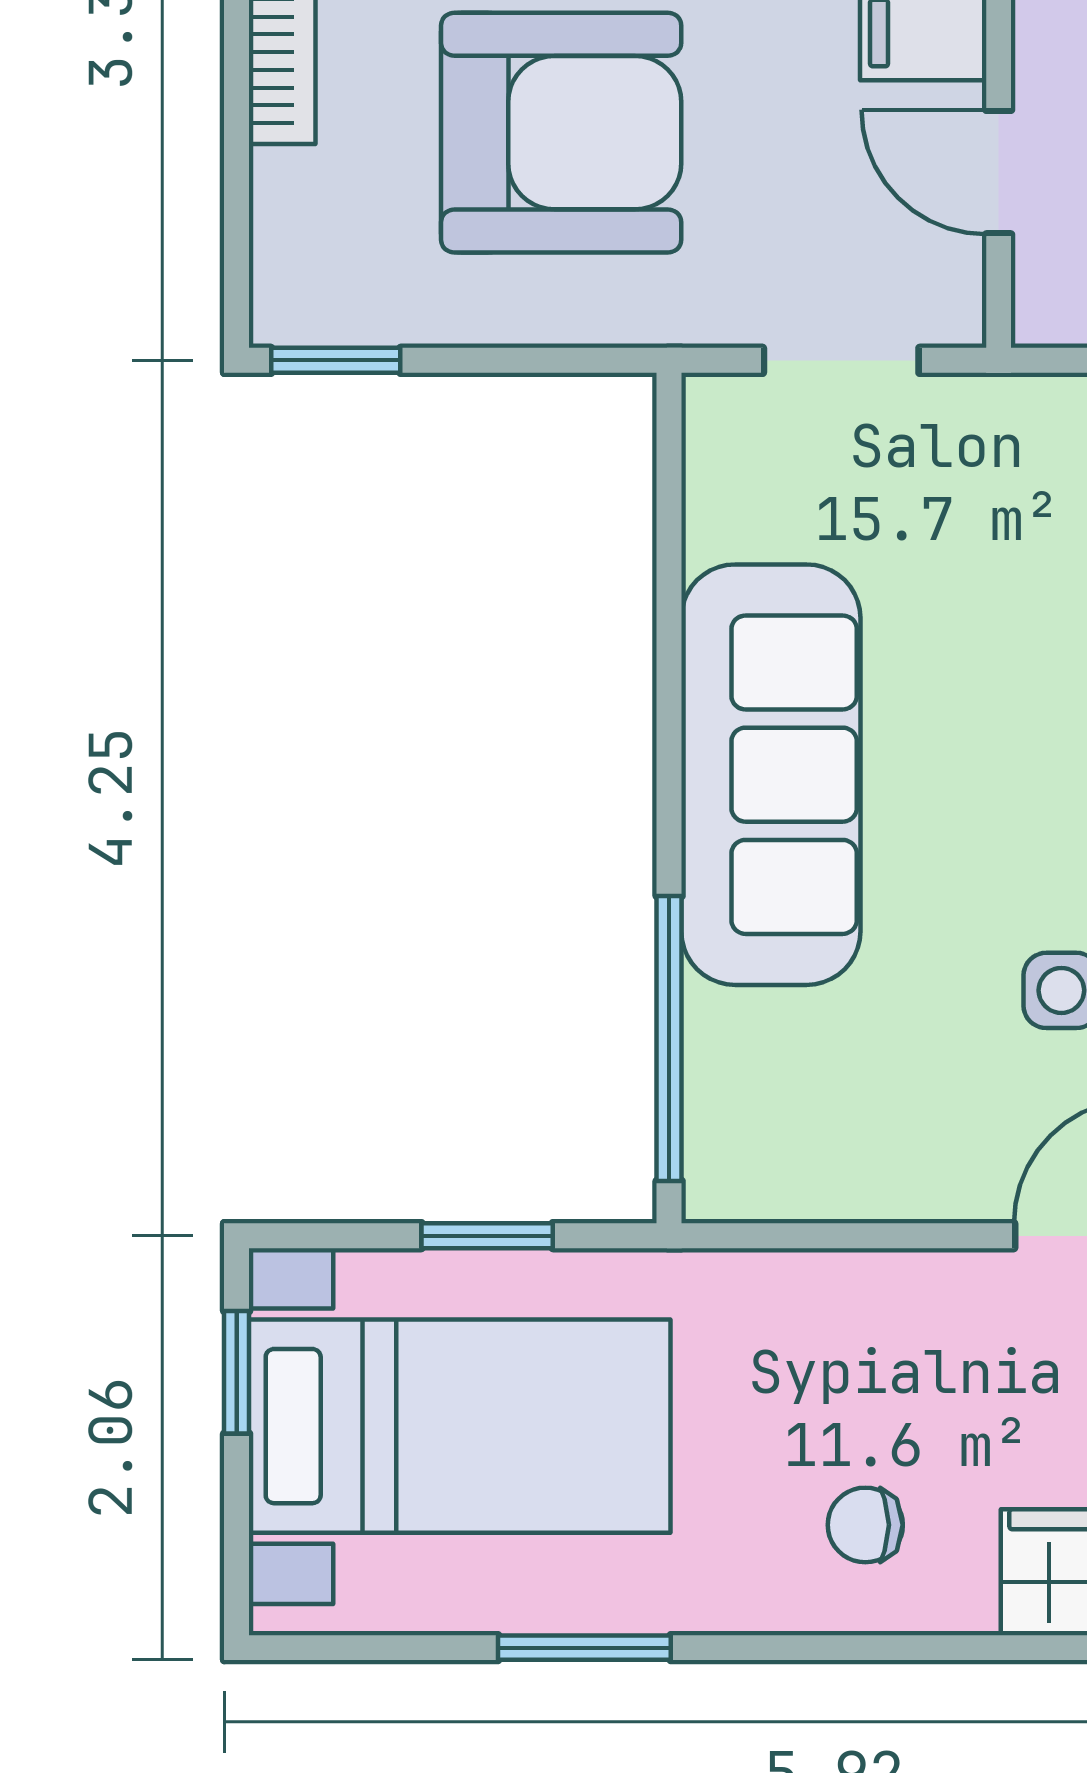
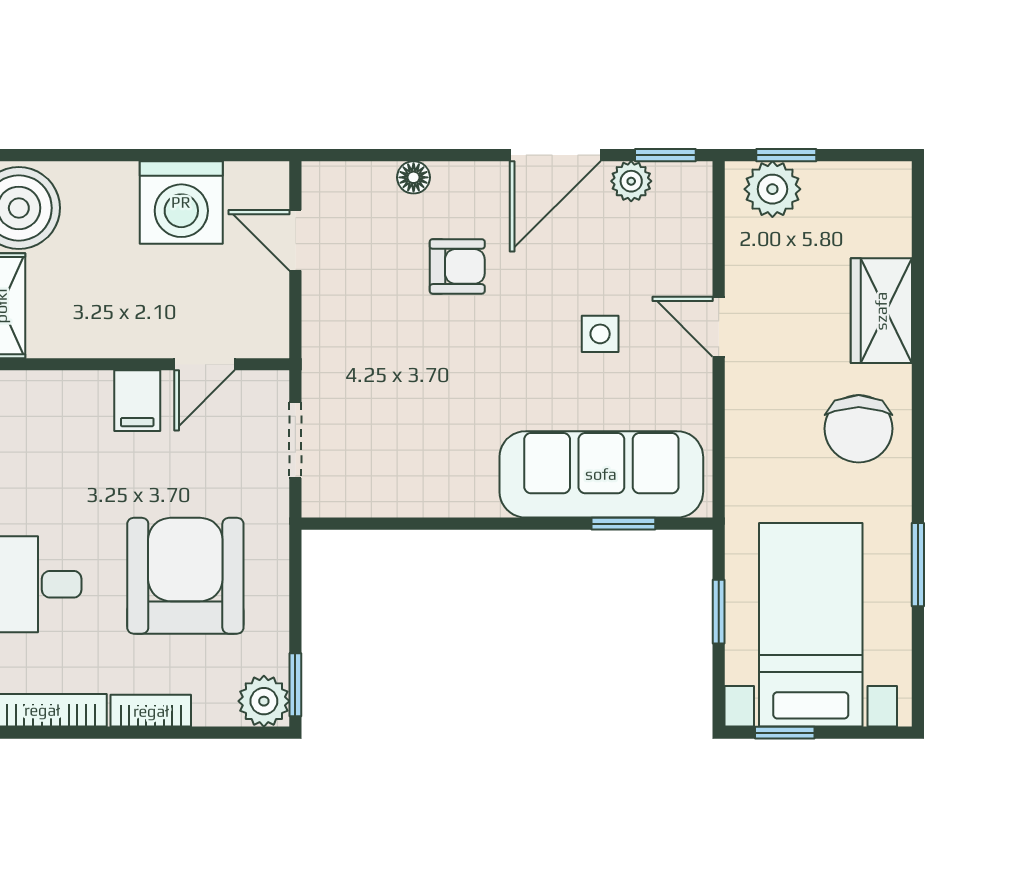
plant: (302, 295) -> (264, 701), added
sofa: (771, 775) -> (601, 474), moved
window: (669, 1039) -> (623, 524), width x0.46
chair: (865, 1525) -> (859, 429), width x1.87, depth x1.87

